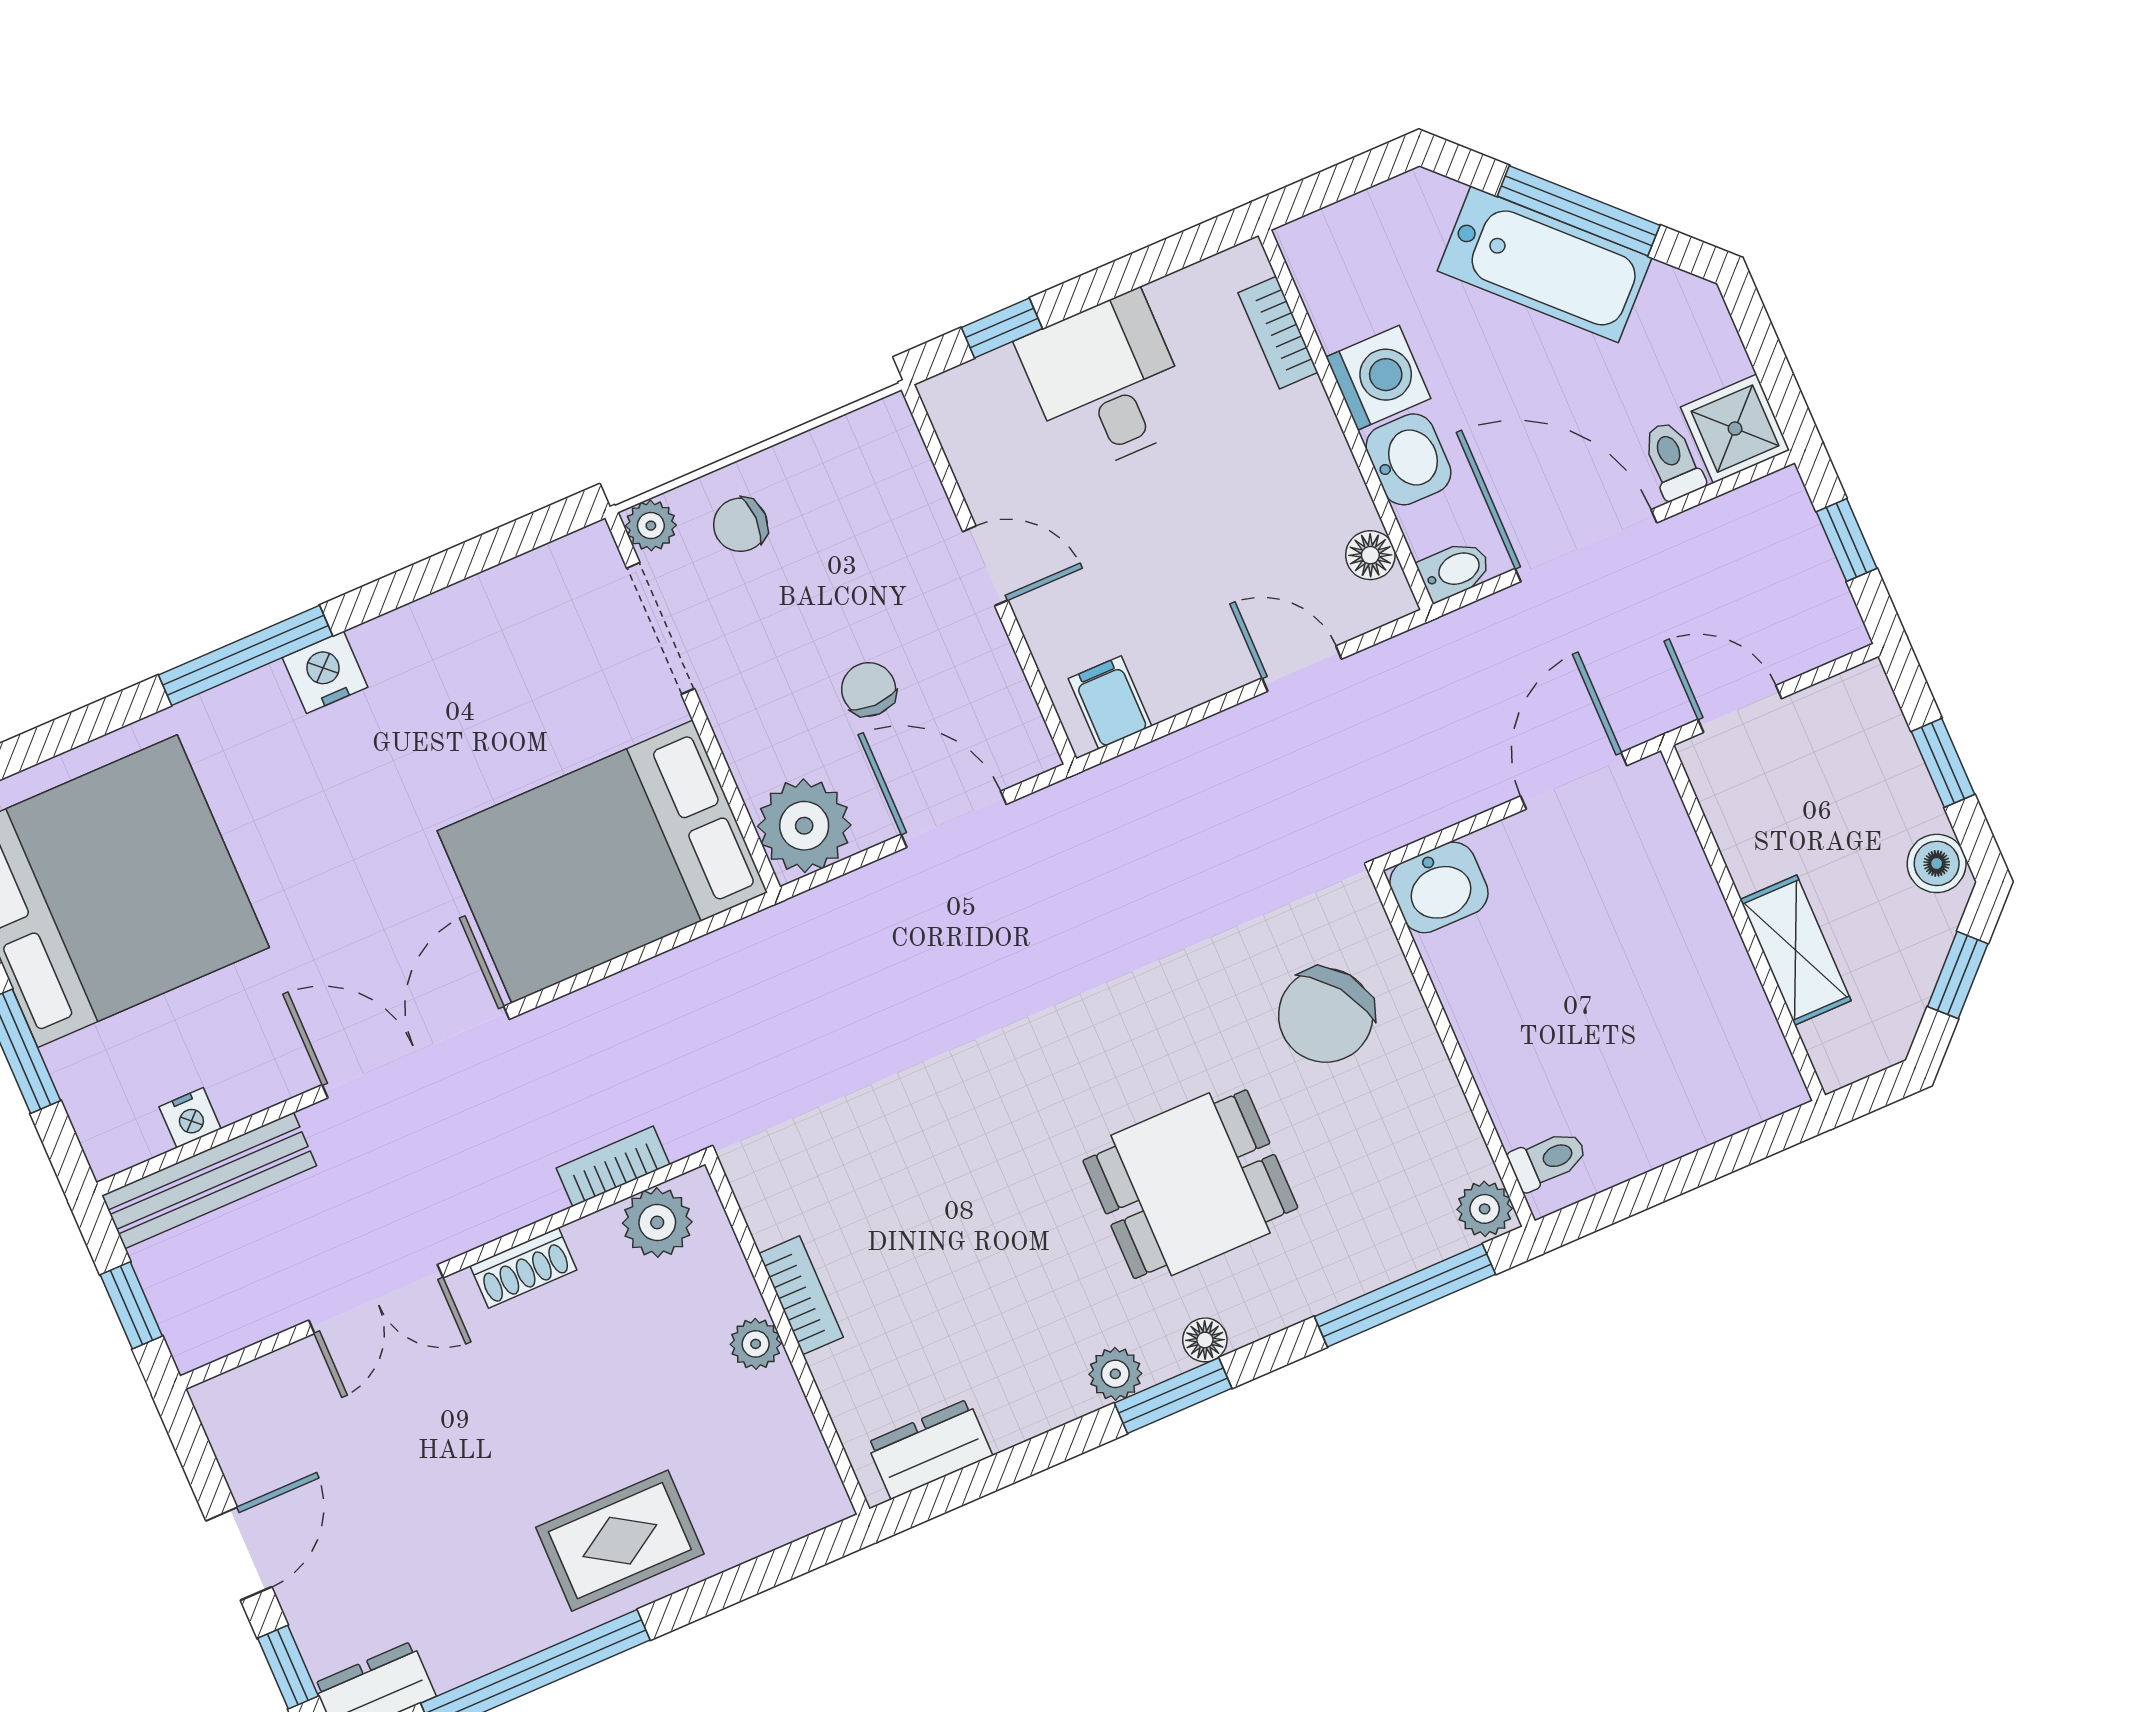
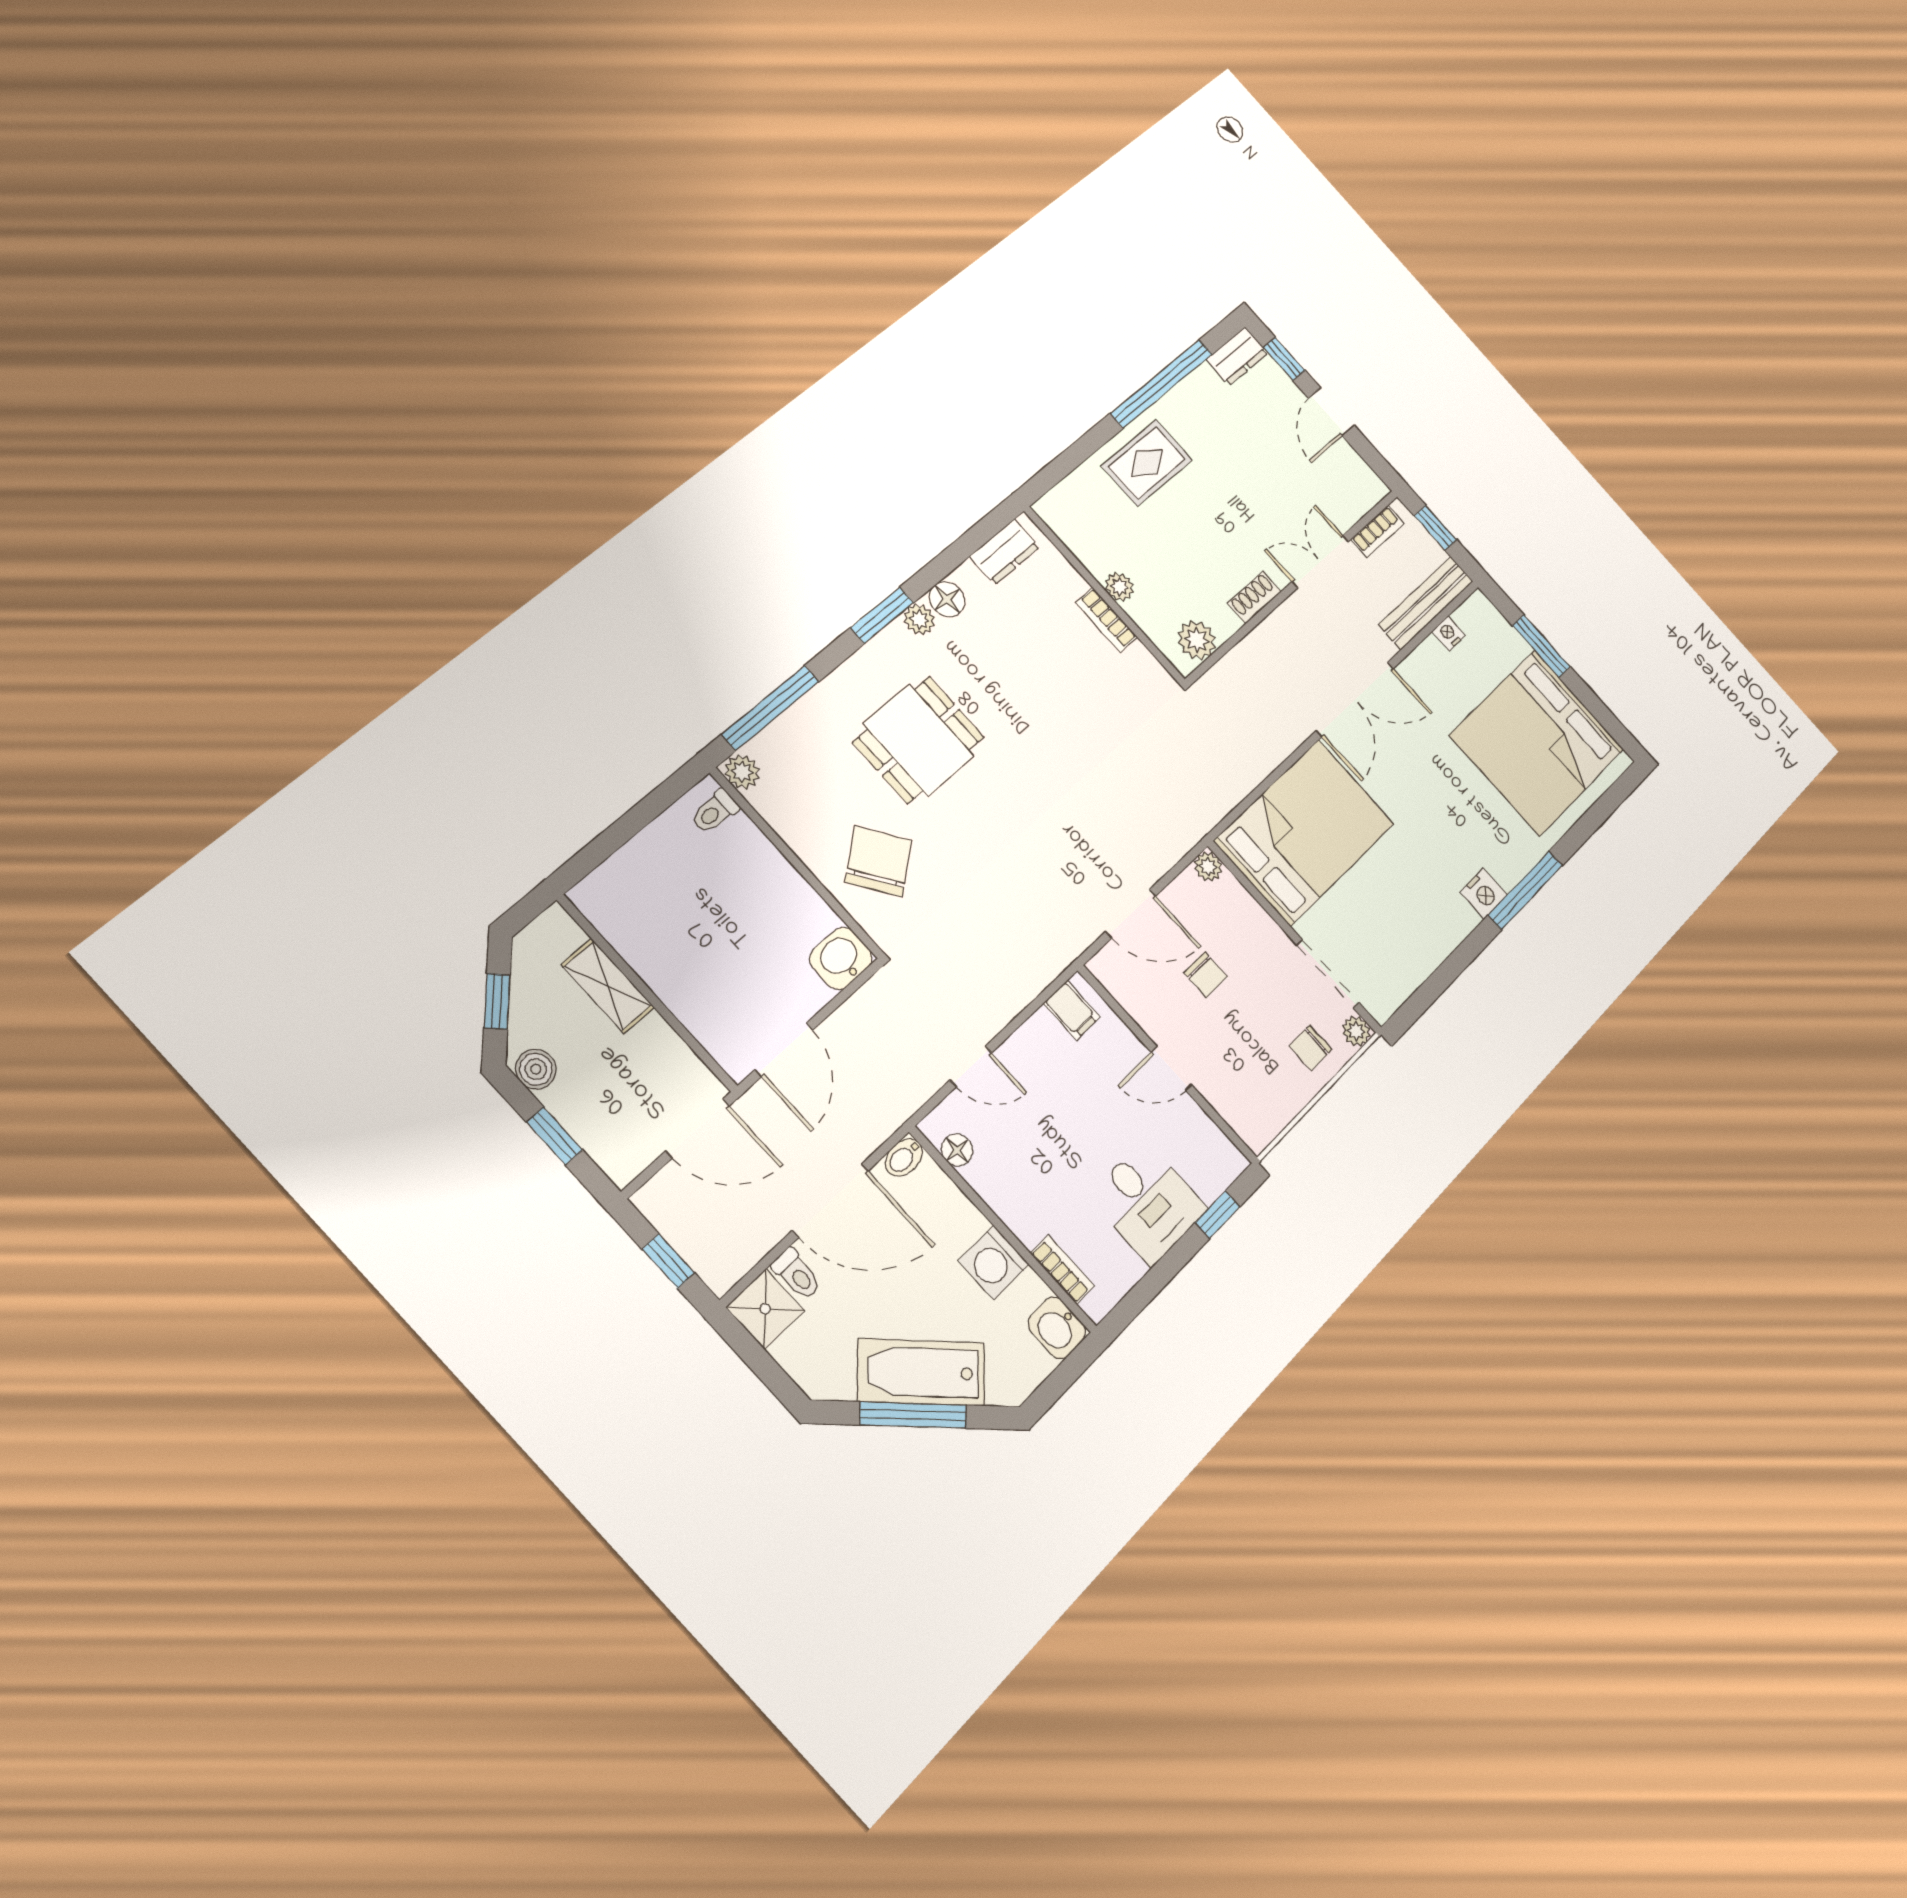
washbasin: (1408, 459) -> (1057, 1328), moved
chair: (740, 525) -> (1310, 1048), turned 180
door: (1740, 709) -> (698, 1128), width x1.38
plant: (804, 826) -> (1208, 867), width x0.53, depth x0.53
bookcase: (613, 1166) -> (1377, 531), moved
floor lamp: (1205, 1340) -> (947, 599), moved, width x1.37, depth x1.37

